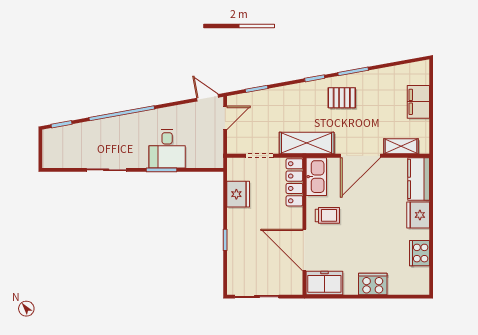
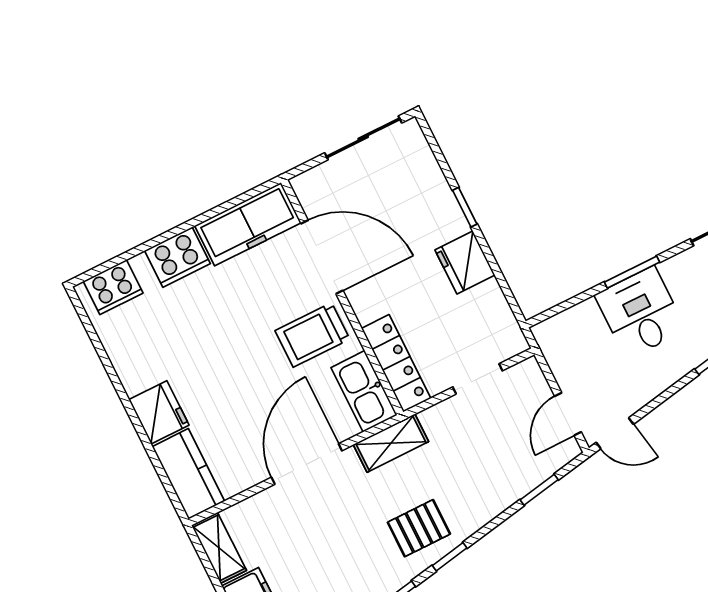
pallet: (342, 98) -> (419, 528), moved
shelving: (307, 143) -> (391, 443), width x0.67, depth x0.75
shelving: (401, 146) -> (219, 548), moved, turned 90
fridge: (238, 194) -> (465, 263), moved
trolley: (327, 215) -> (312, 335), width x1.36, depth x1.39
cooker: (419, 253) -> (113, 287), moved, turned 90
freezer: (324, 283) -> (248, 224), width x1.40

